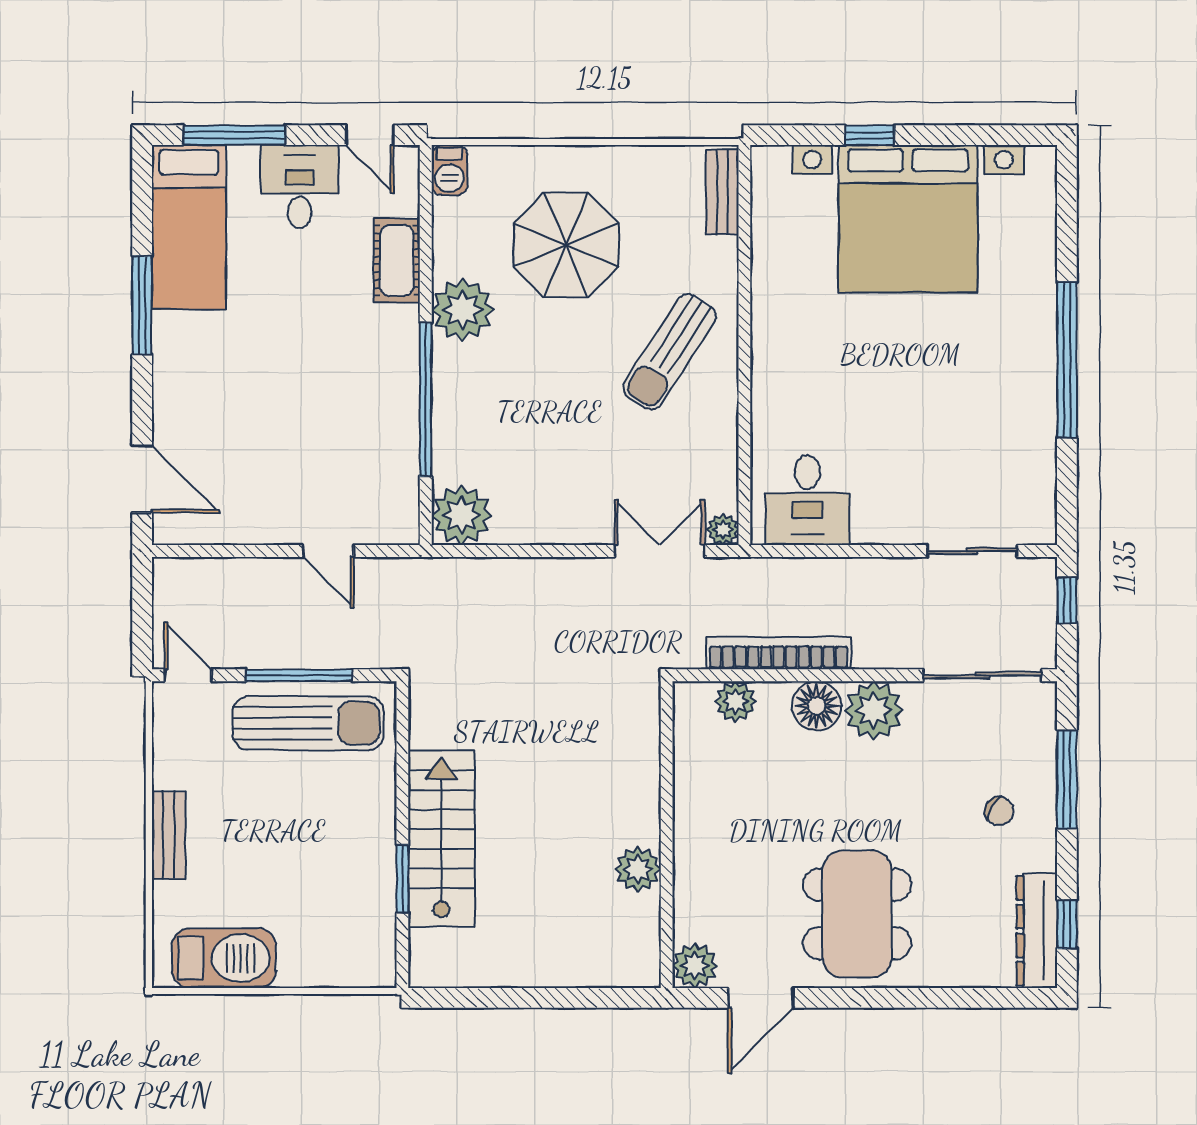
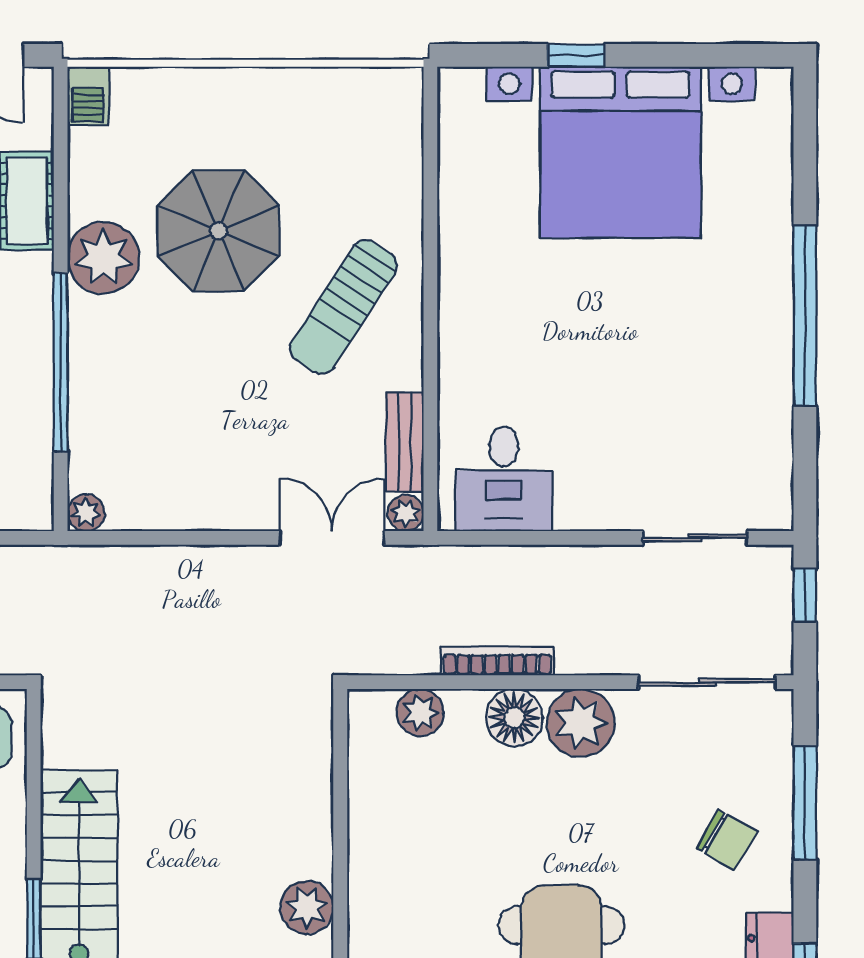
bench: (722, 192) -> (405, 442), moved
parasol: (566, 245) -> (218, 231), moved
plant: (461, 515) -> (86, 513), width x0.53, depth x0.53
bookcase: (778, 653) -> (497, 661), width x0.68, depth x0.76
chair: (999, 811) -> (726, 840), width x1.37, depth x1.37

